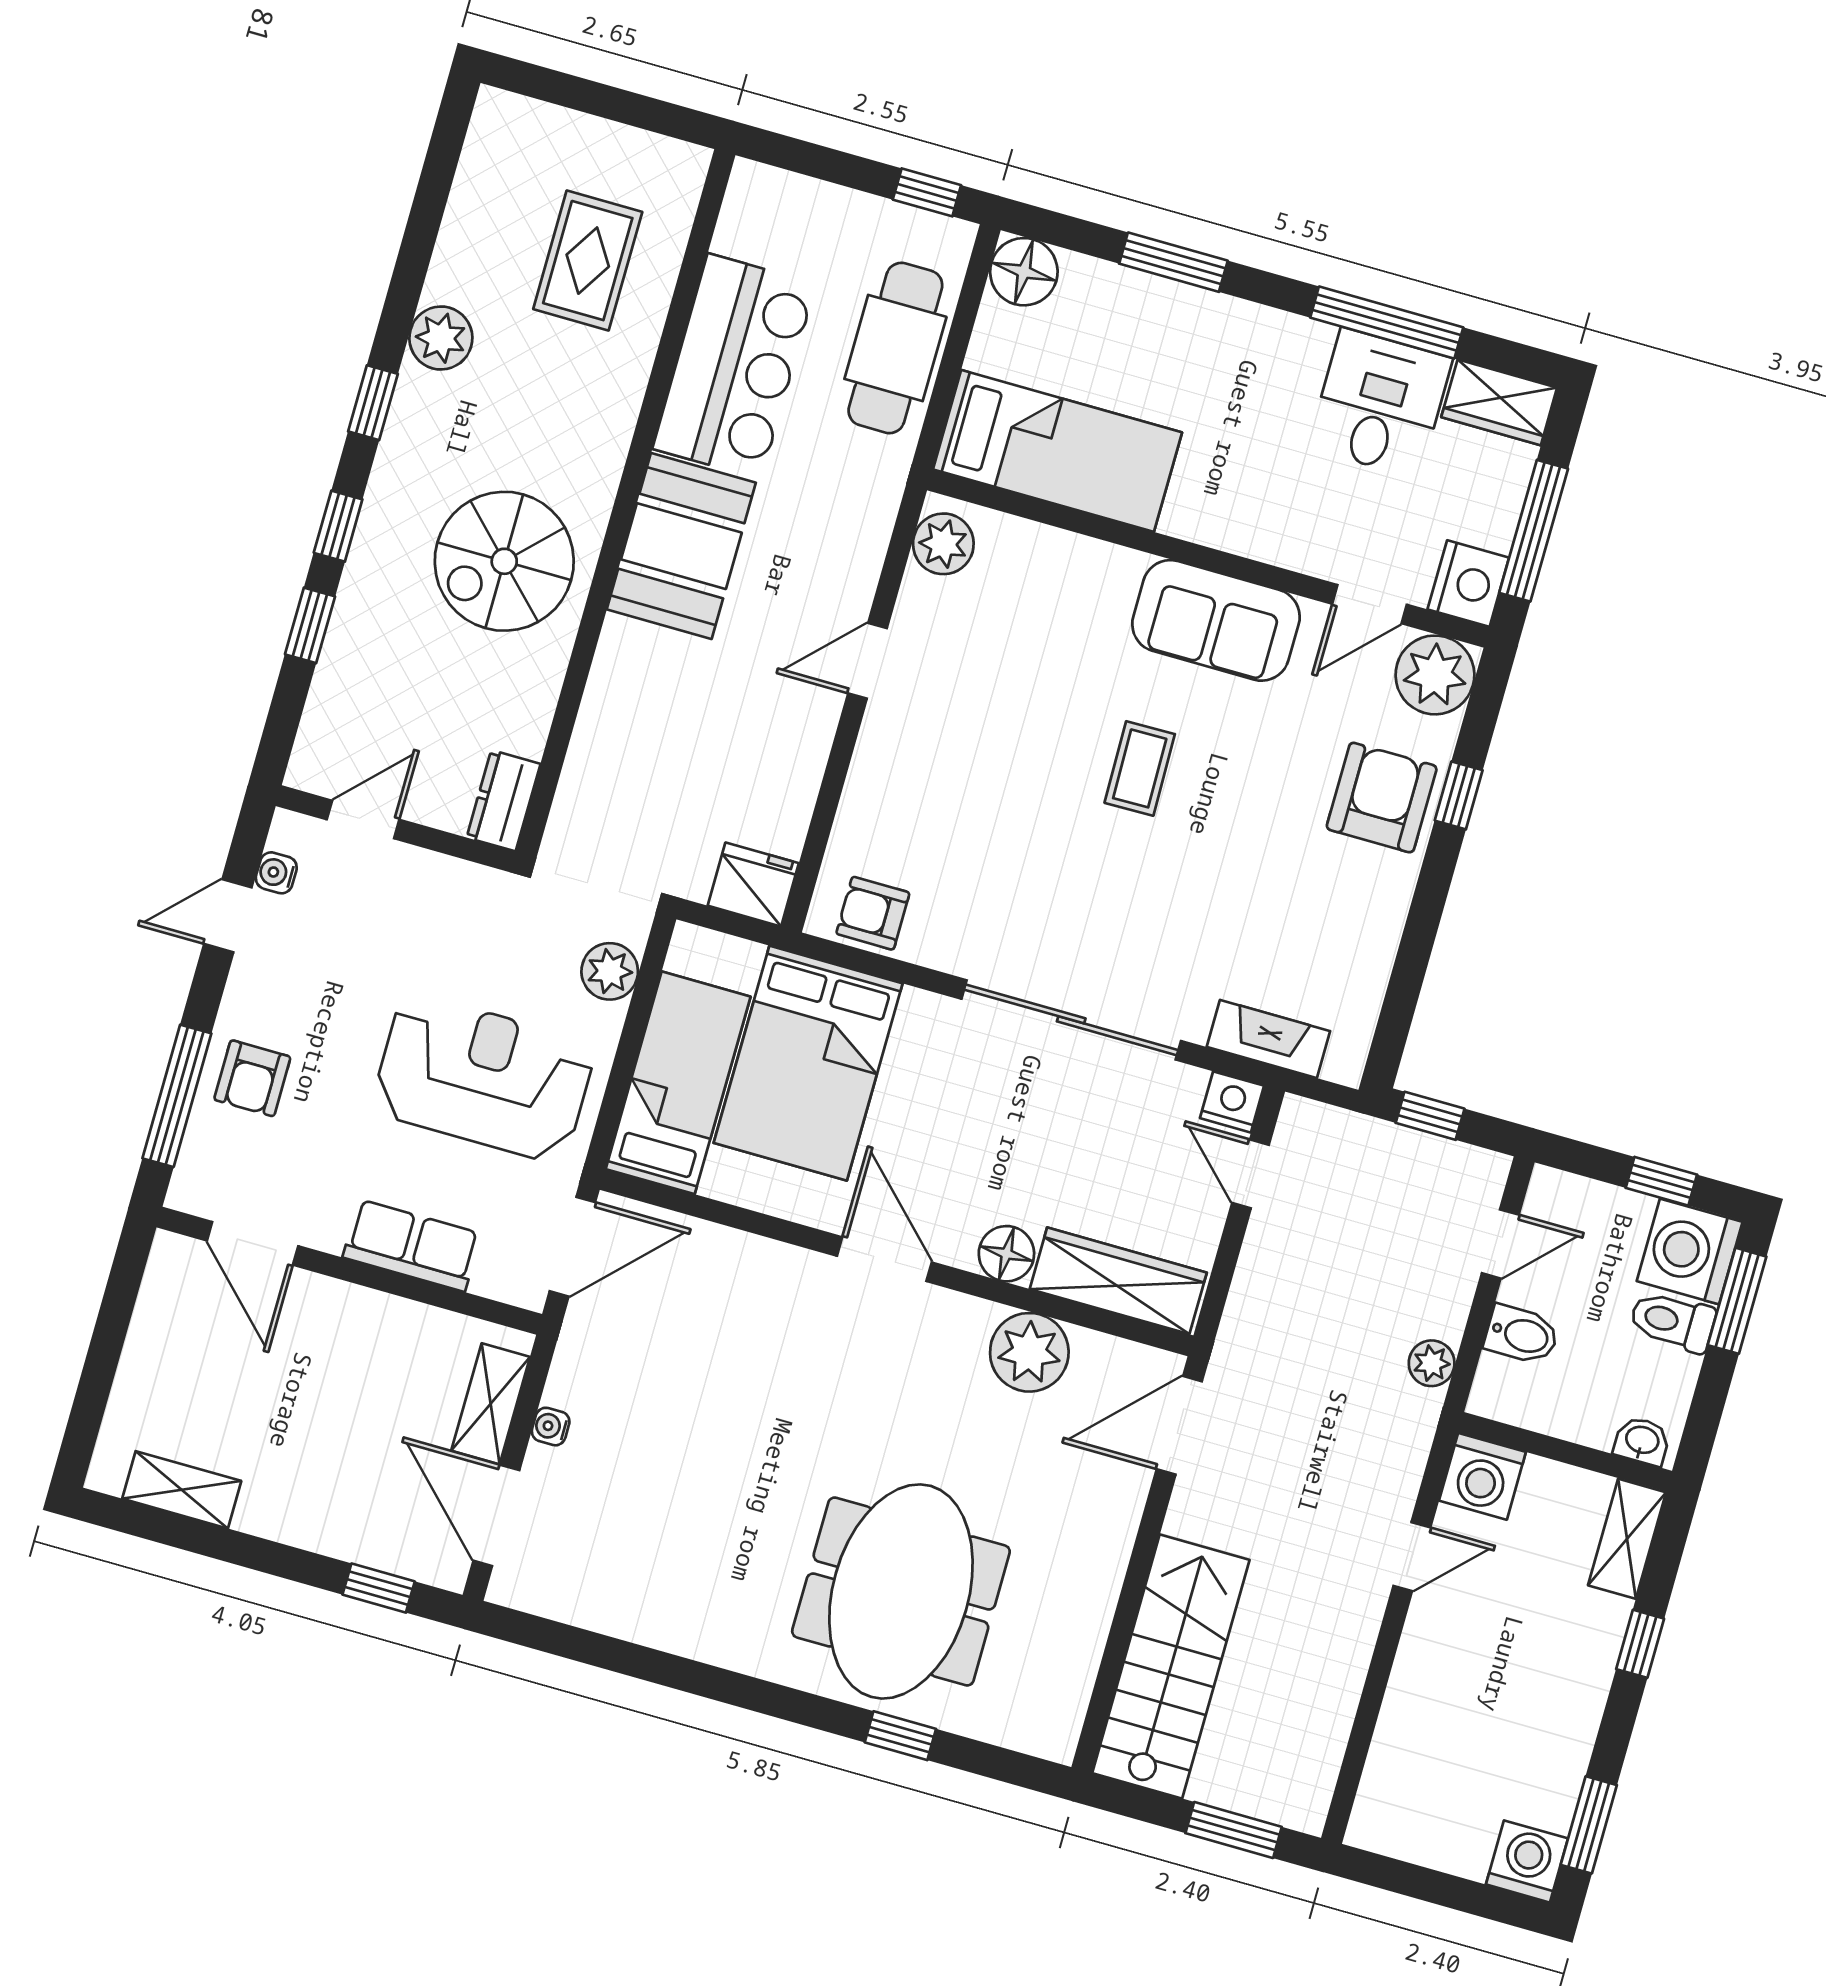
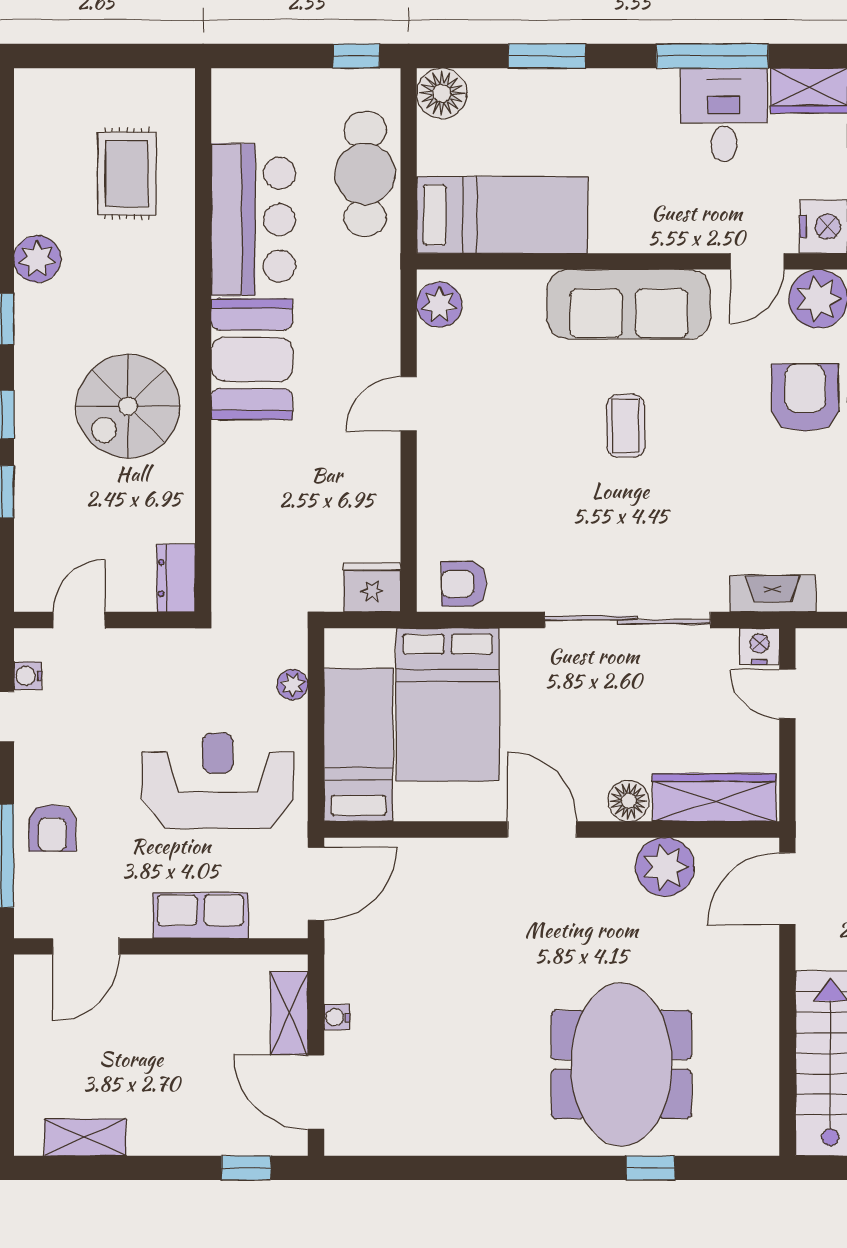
sofa: (1216, 620) -> (629, 304), width x1.36
plant: (610, 971) -> (293, 685), width x0.73, depth x0.73
door: (253, 1243) -> (86, 946), hinge flipped

